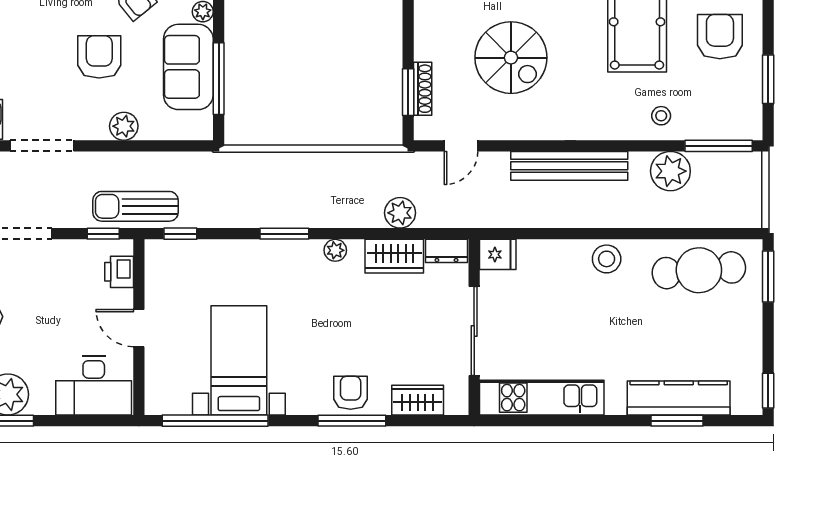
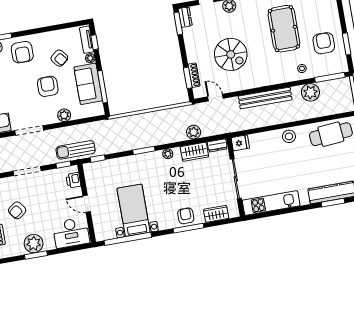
armchair: (720, 37) -> (324, 43), moved
door: (461, 146) -> (215, 98), swing flipped

